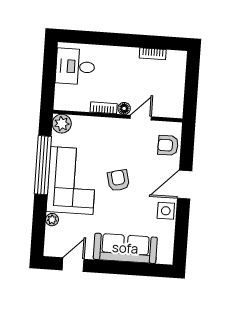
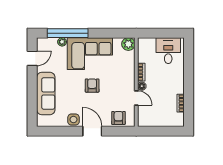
window: (43, 165) -> (68, 33), moved
armchair: (118, 180) -> (92, 86), turned -76
door: (73, 265) -> (32, 58), hinge flipped

